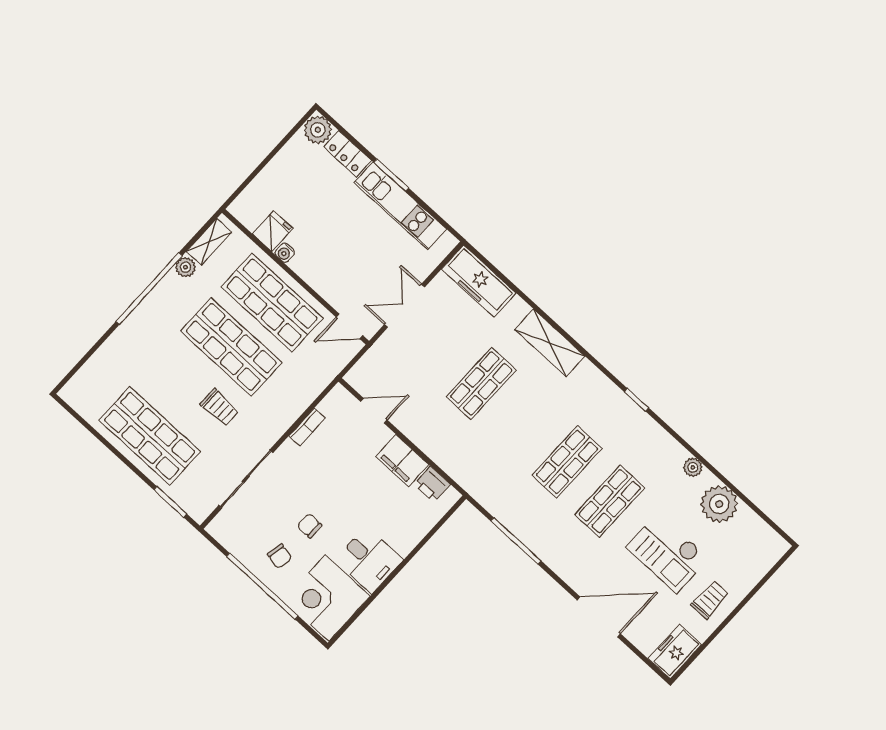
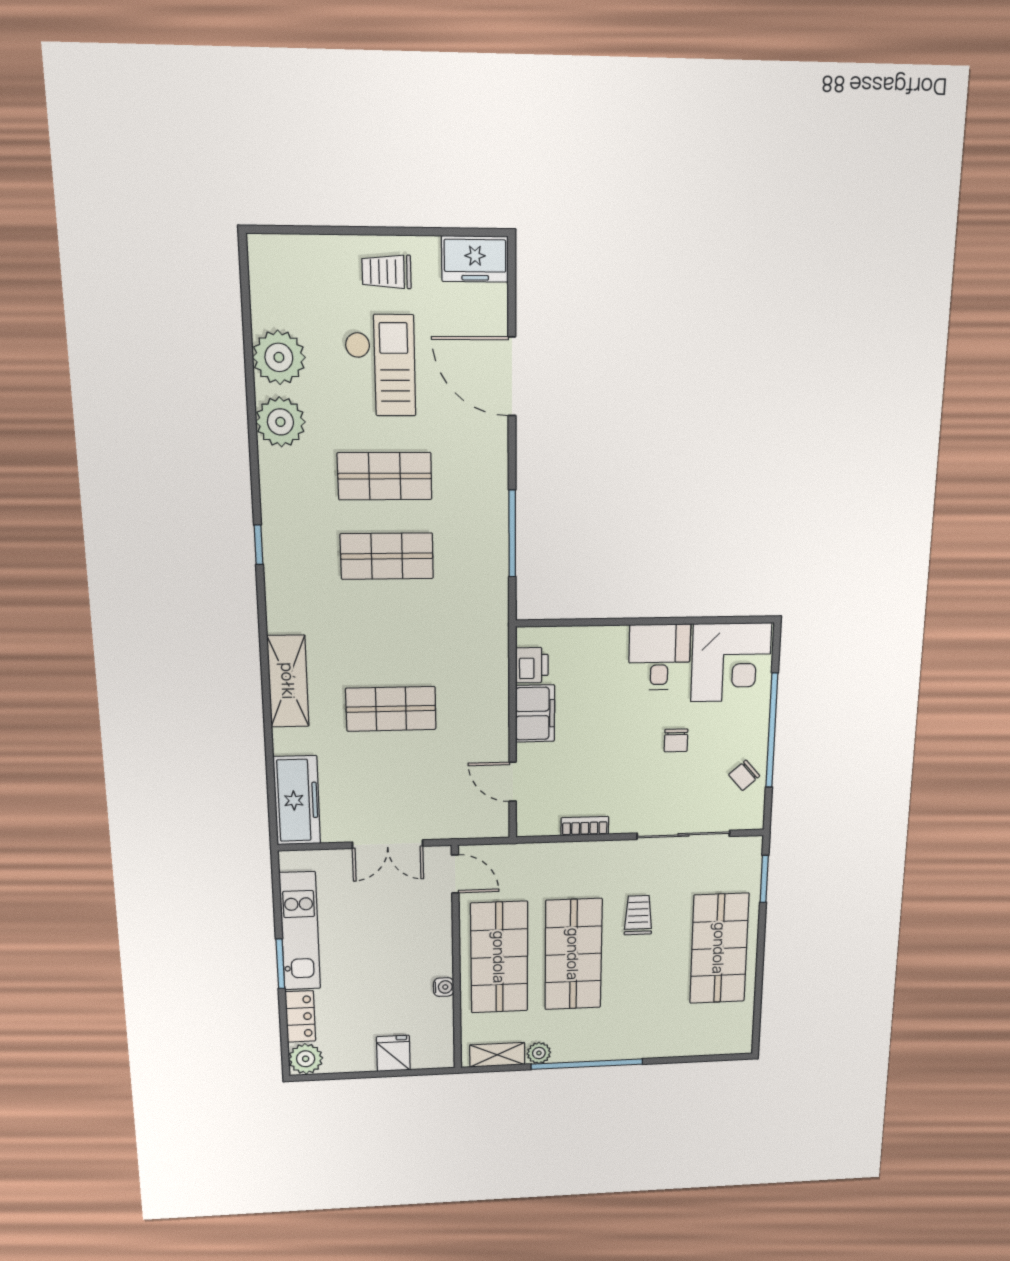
fridge: (273, 231) -> (393, 1053), moved, turned 90
plant: (693, 467) -> (280, 422), width x1.88, depth x1.88
chair: (280, 556) -> (744, 775), moved, turned -143

